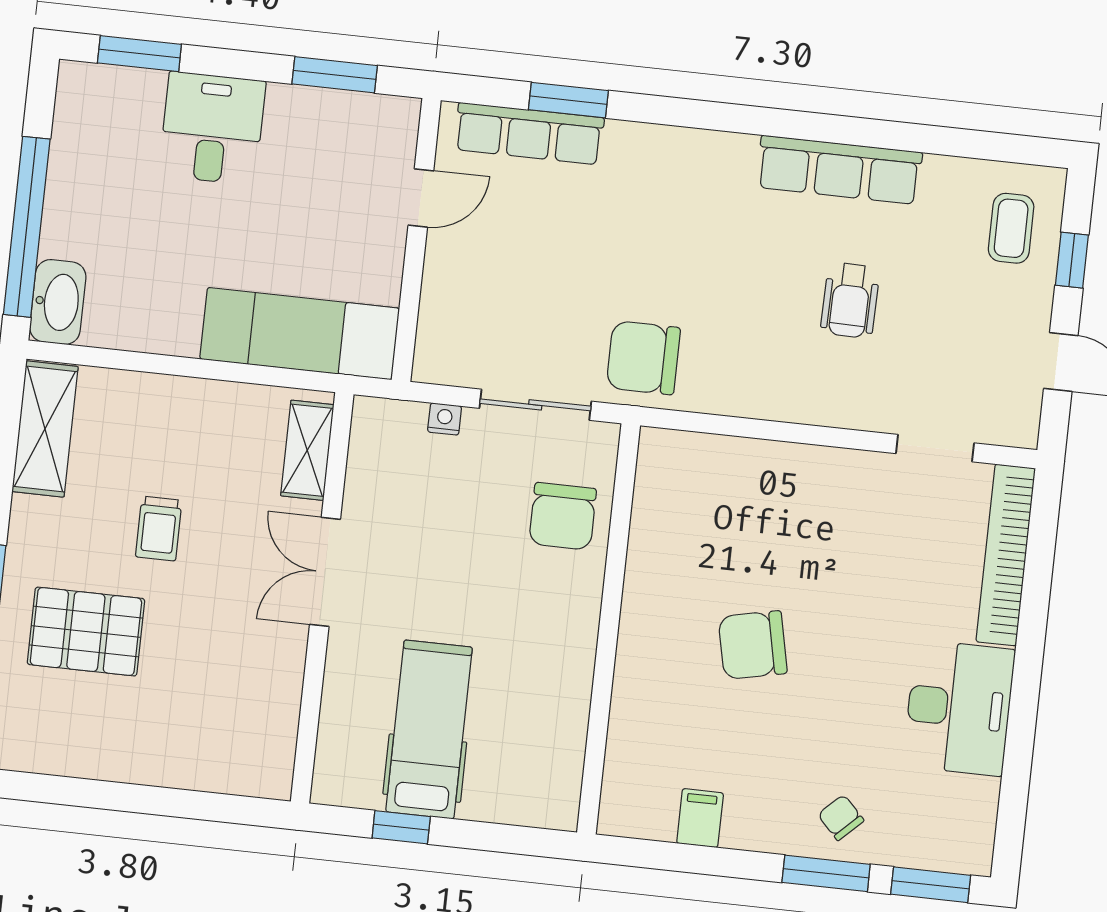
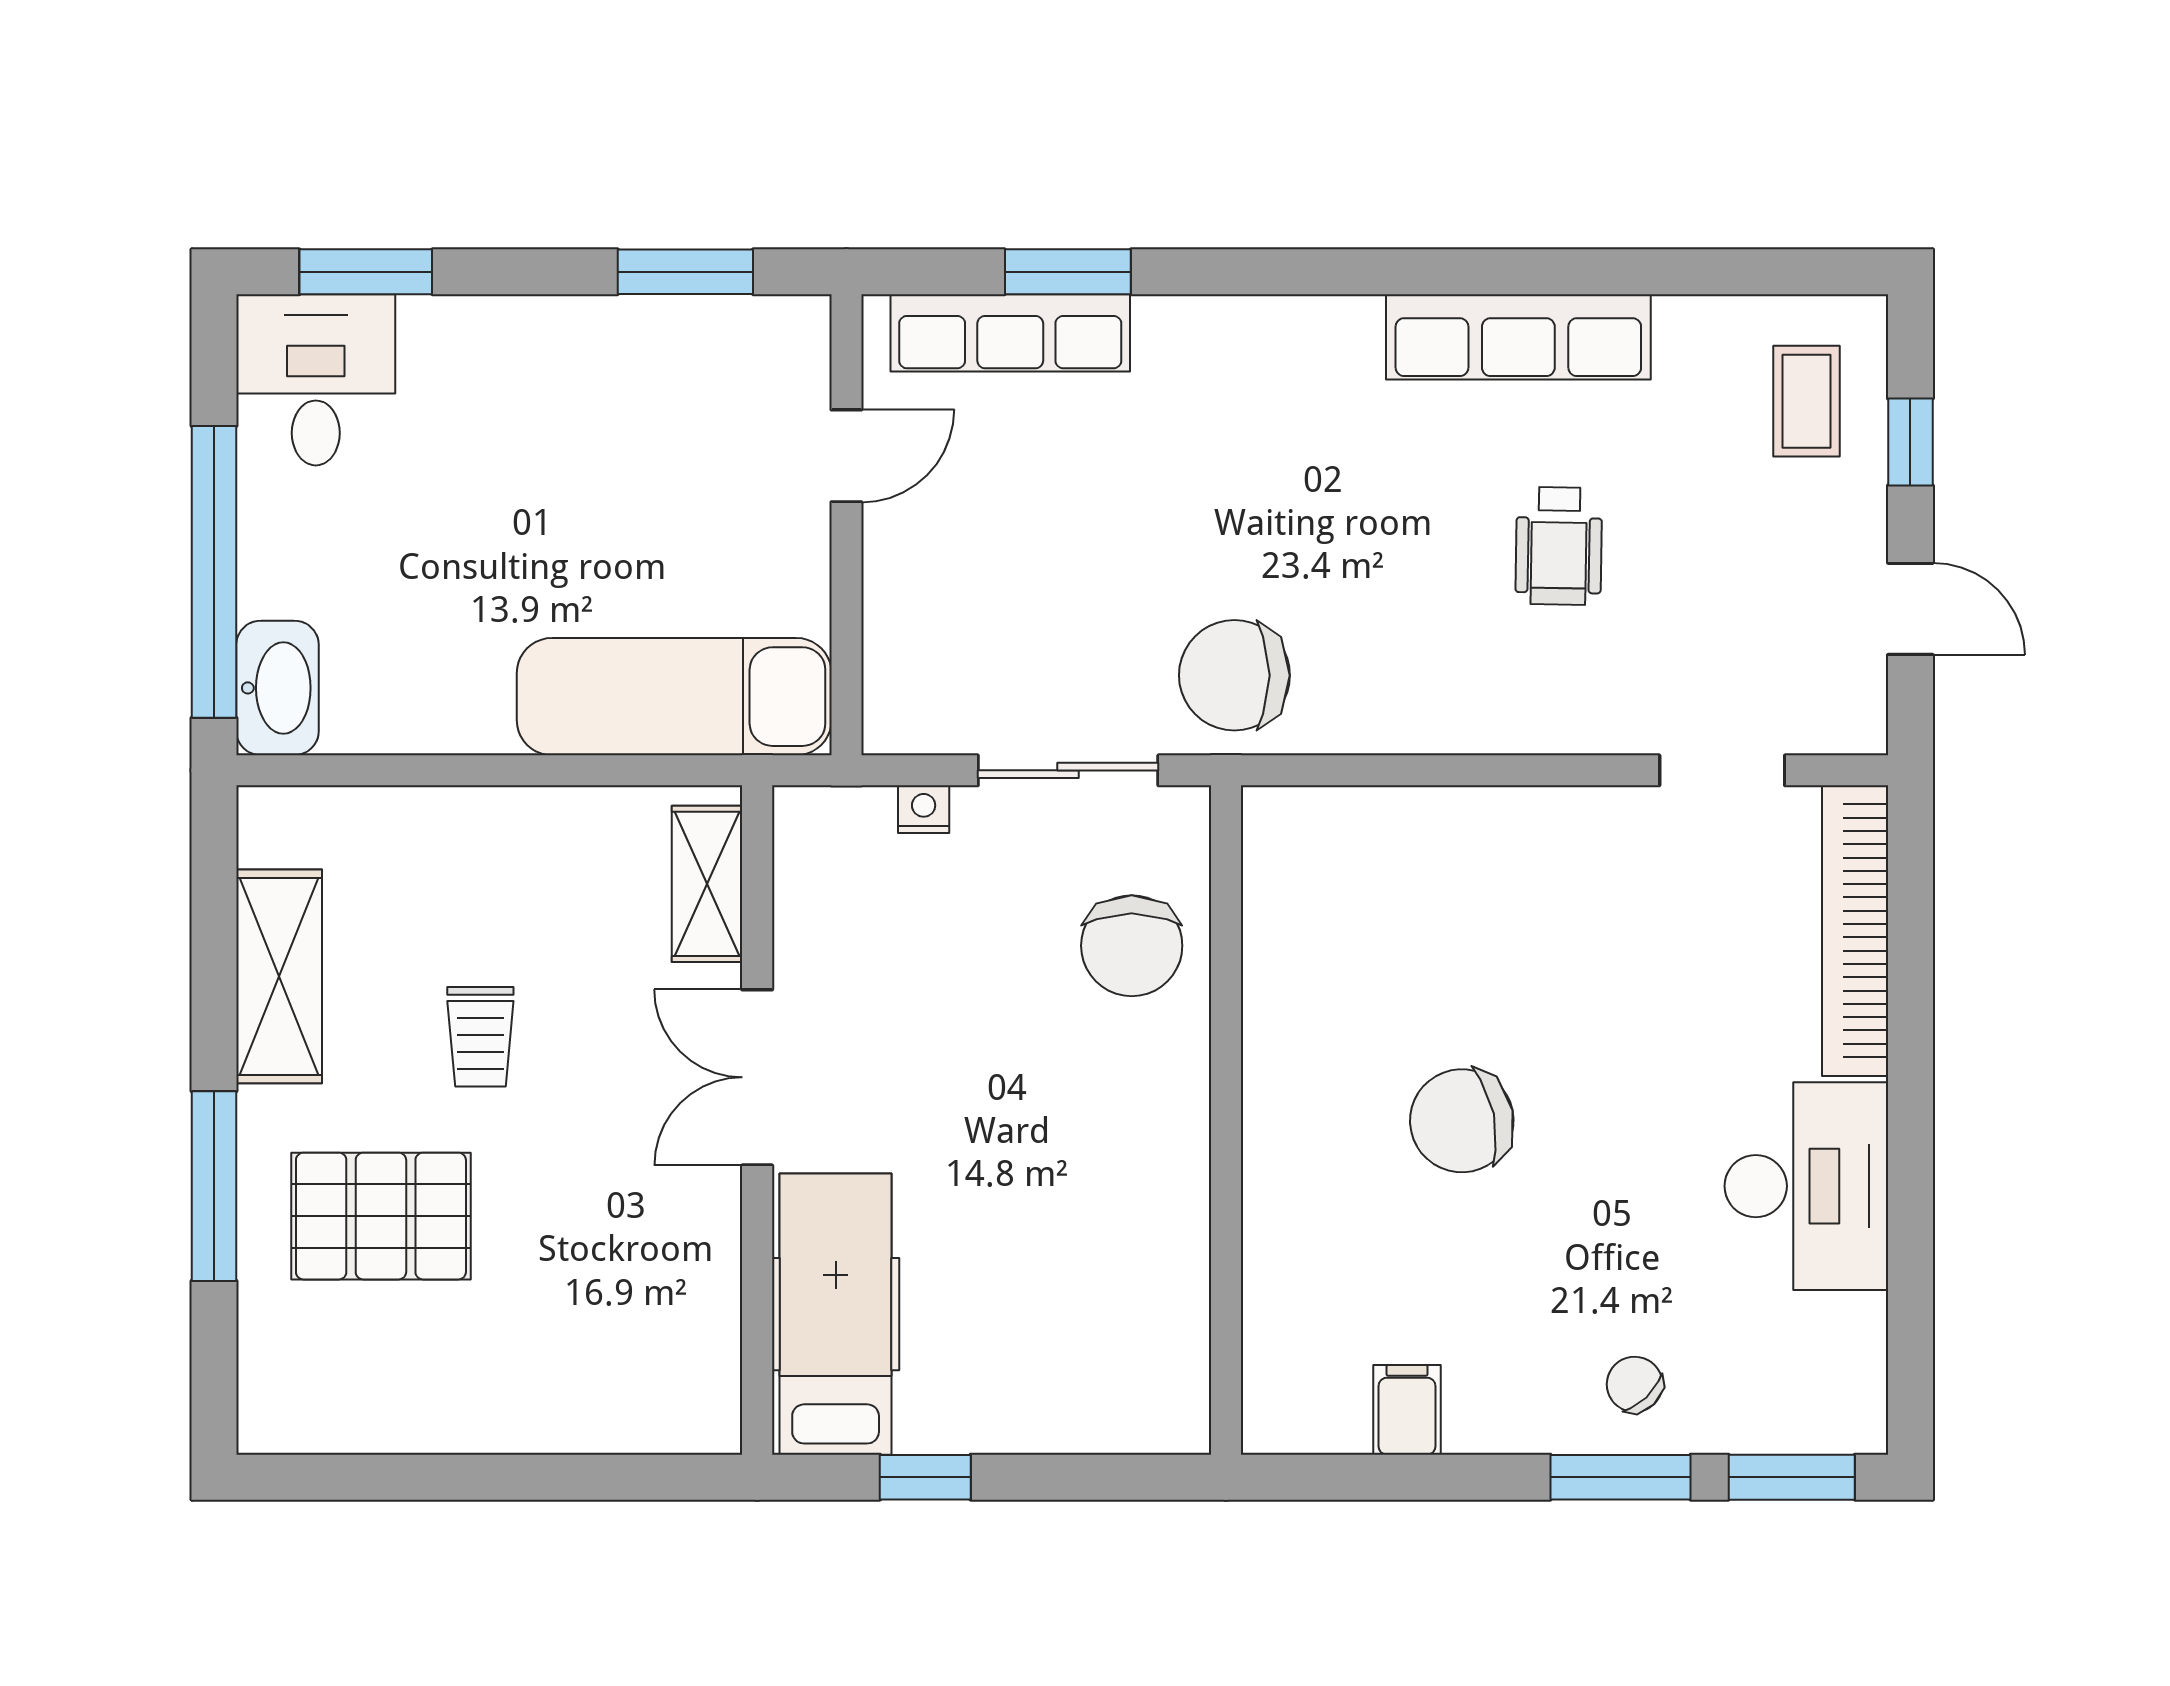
desk: (212, 128) -> (316, 380), moved
shelving: (45, 429) -> (279, 976), moved
hospital bed: (429, 729) -> (836, 1314), moved

